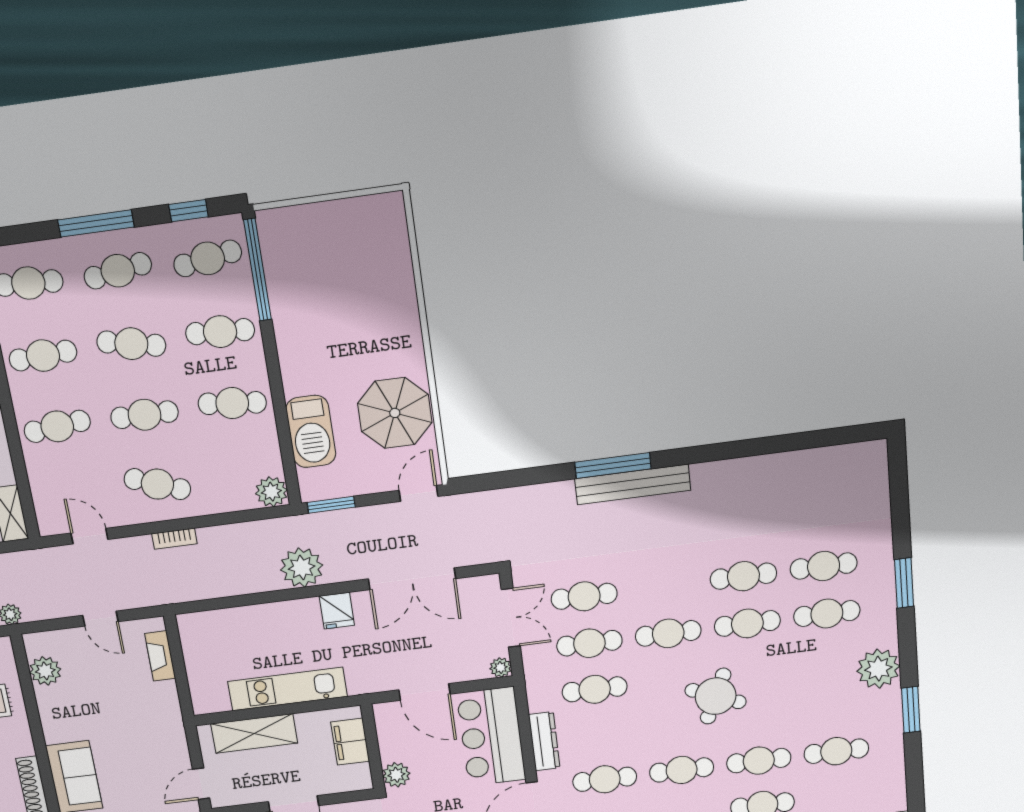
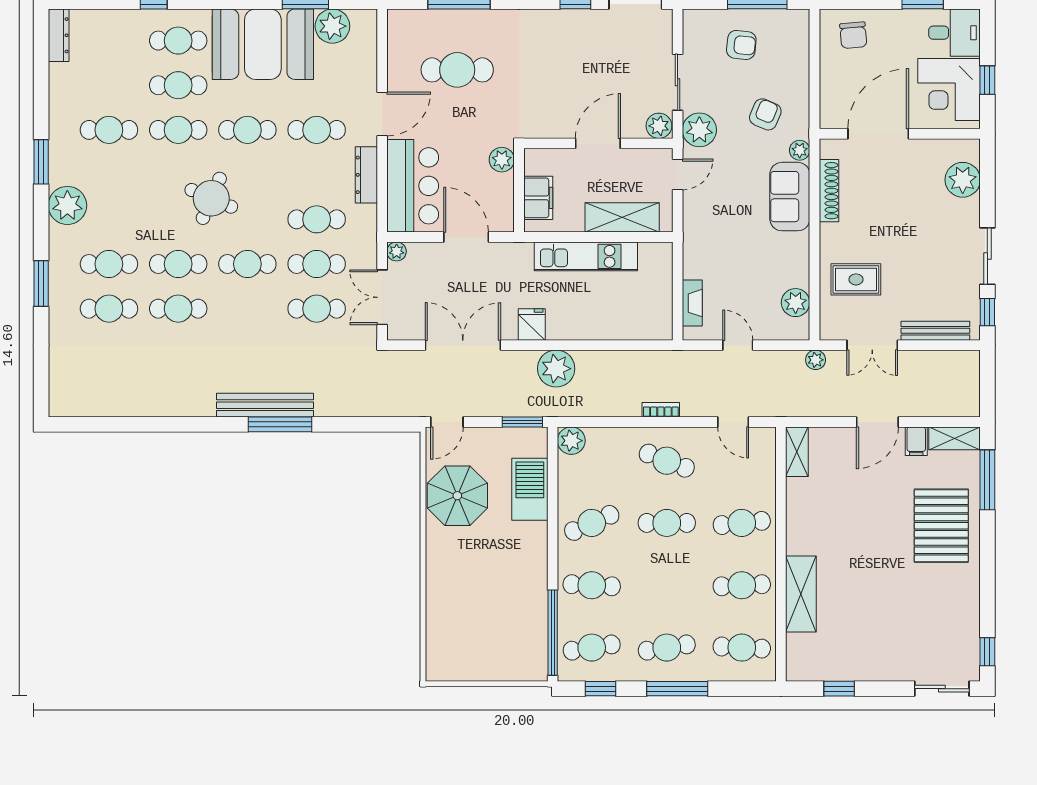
cafe table: (131, 344) -> (667, 585), removed
cafe table: (232, 403) -> (592, 523), turned -30

